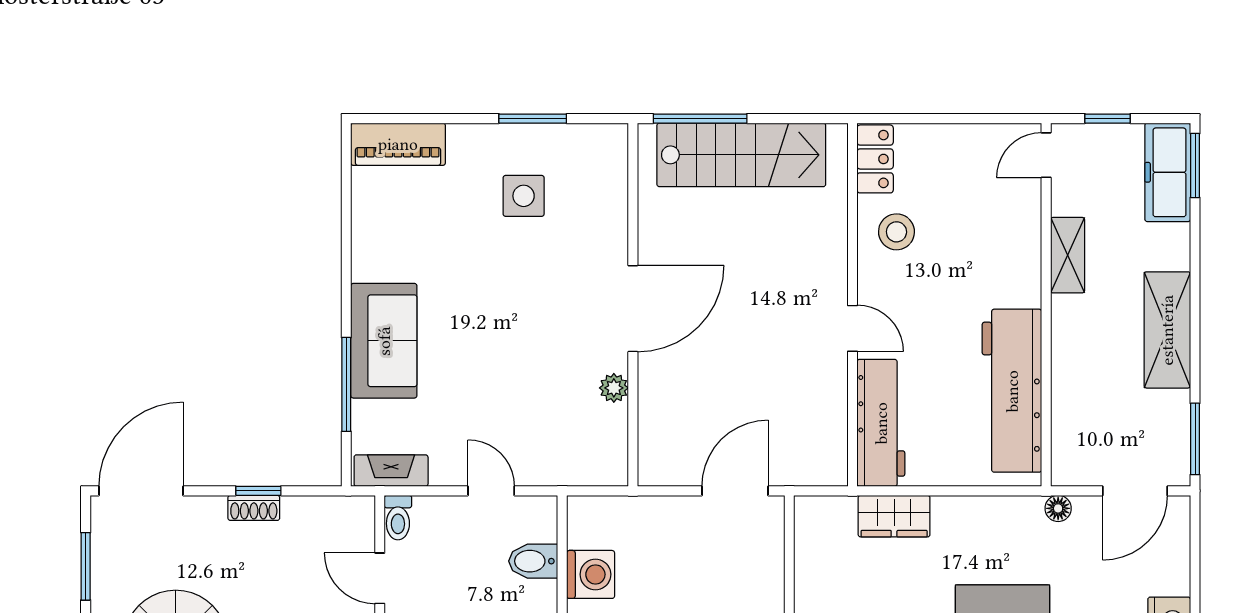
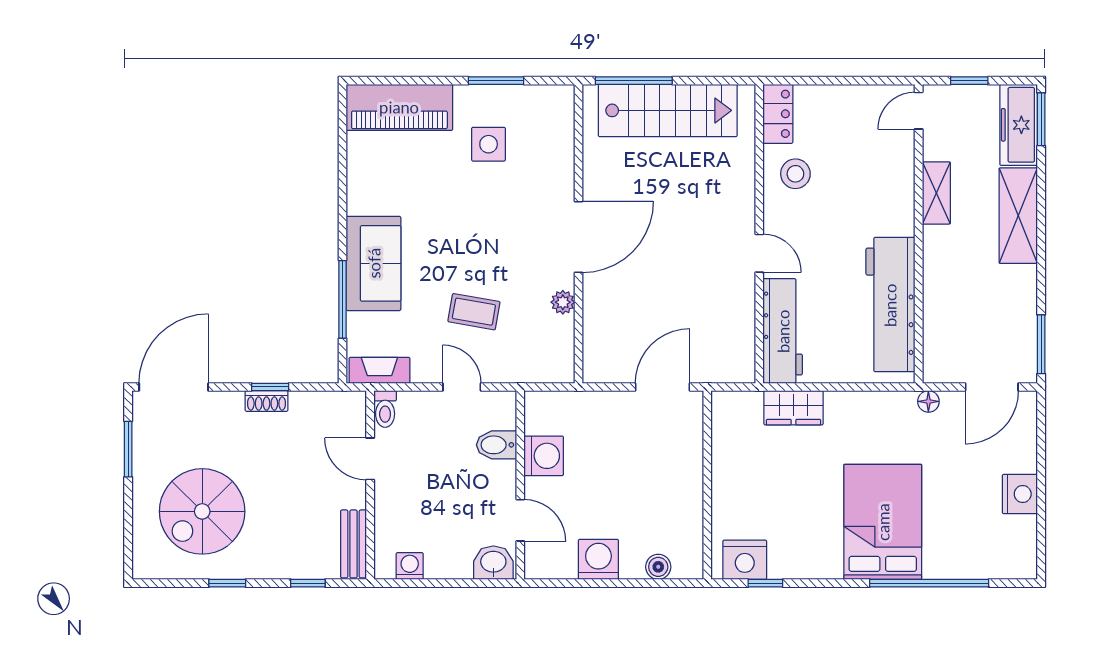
piano: (398, 144) -> (399, 107), width x1.37, depth x1.33
shelving: (1167, 330) -> (1018, 216), moved
coffee table: (506, 399) -> (474, 312), added

